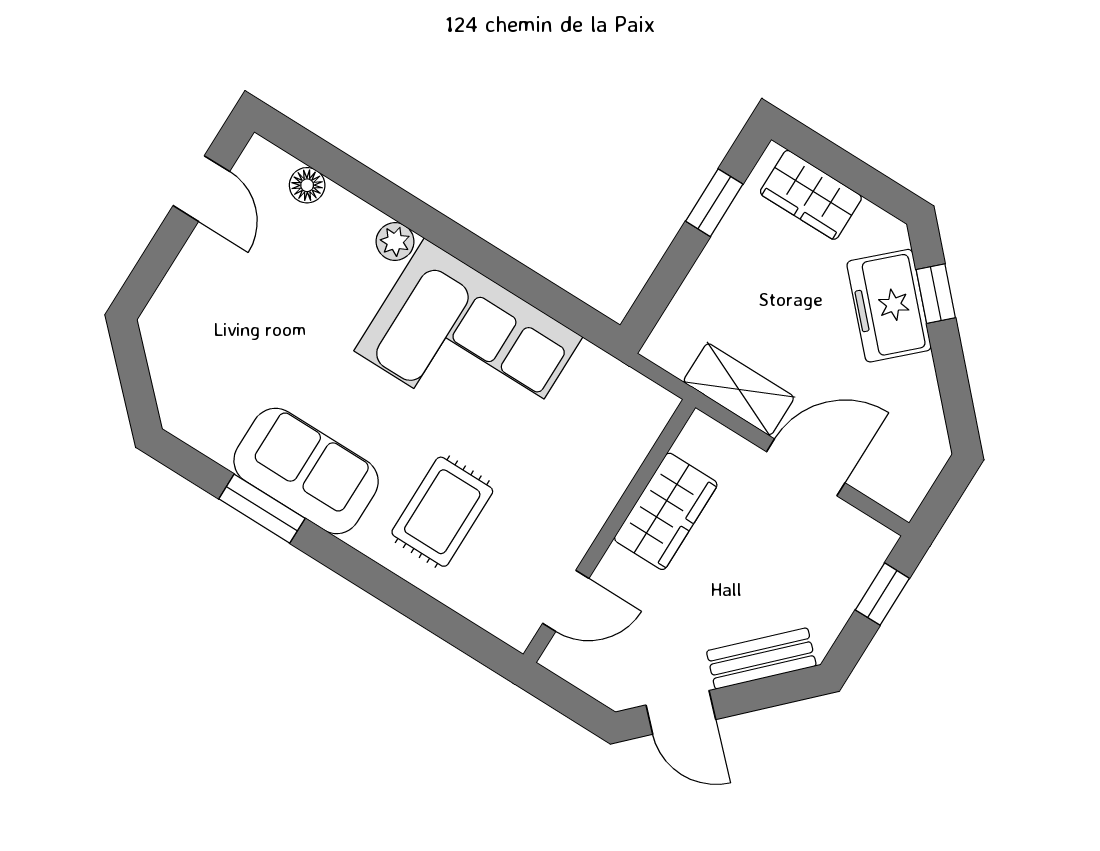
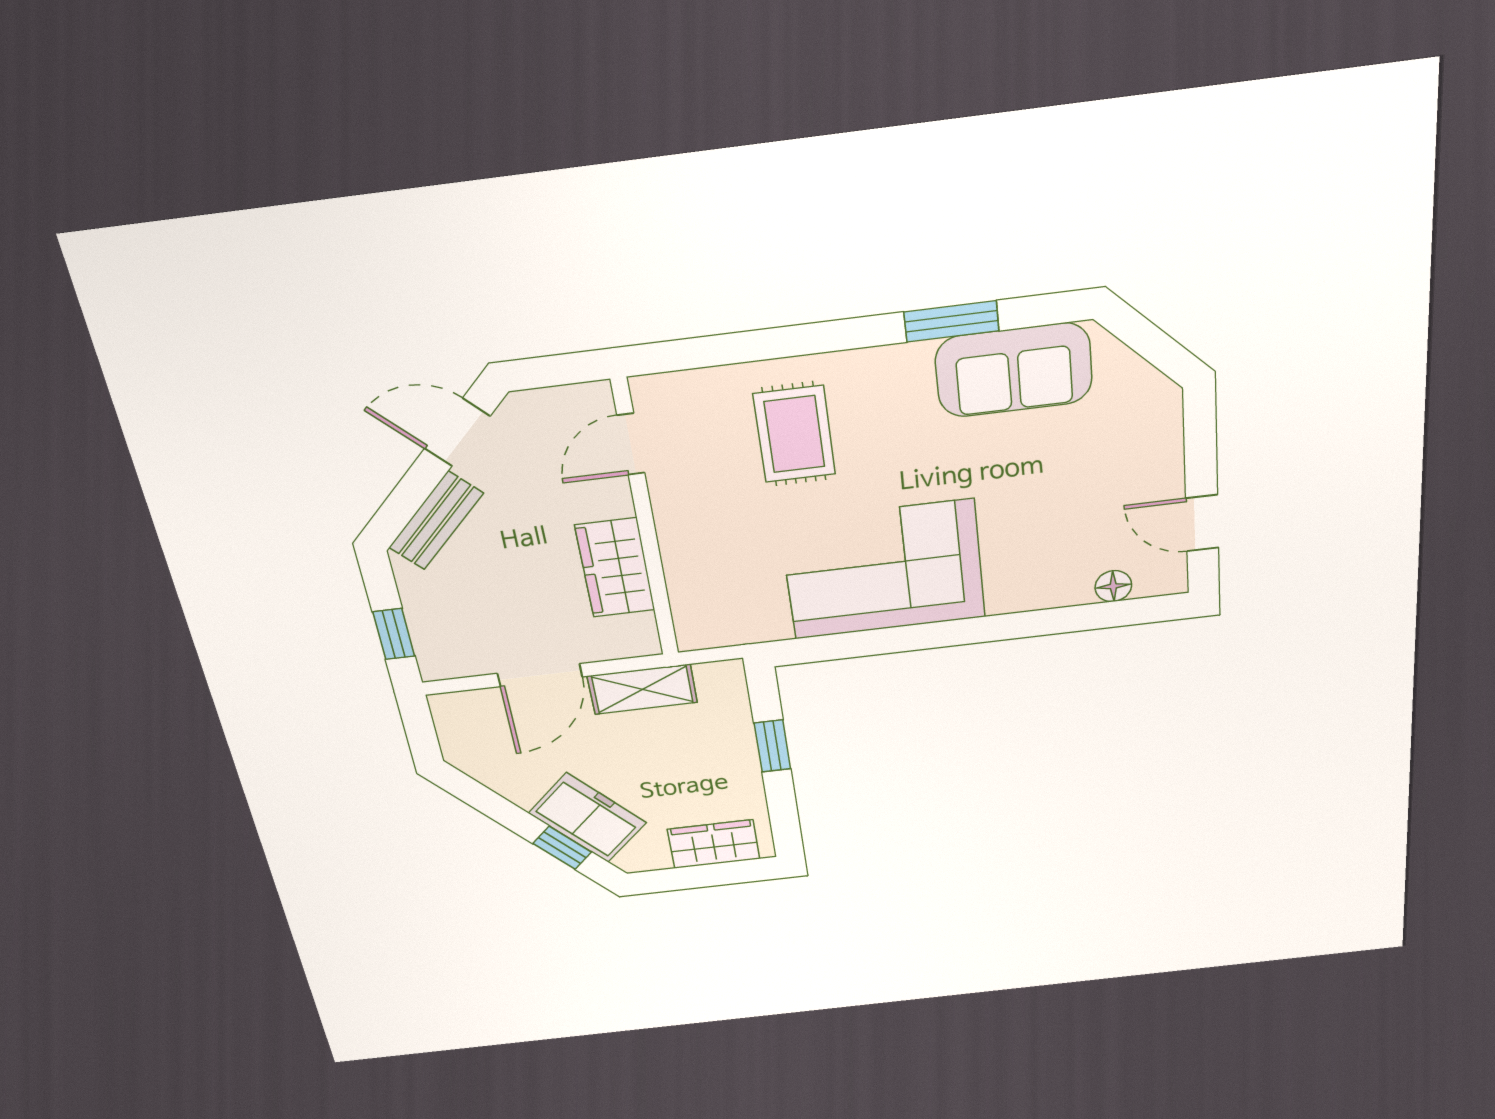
window: (714, 203) -> (772, 746), moved
plant: (395, 242) -> (1007, 598), removed
sofa: (306, 471) -> (1014, 370), moved

